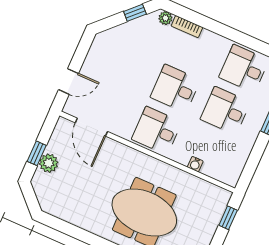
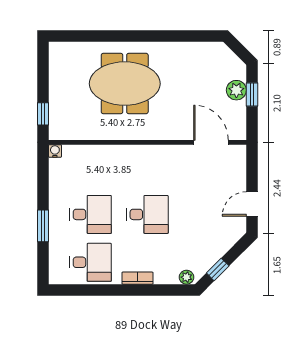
bookcase: (187, 27) -> (137, 278), moved
door: (68, 82) -> (252, 204), moved
desk: (157, 131) -> (147, 167), removed
water cooler: (195, 164) -> (55, 151), moved

